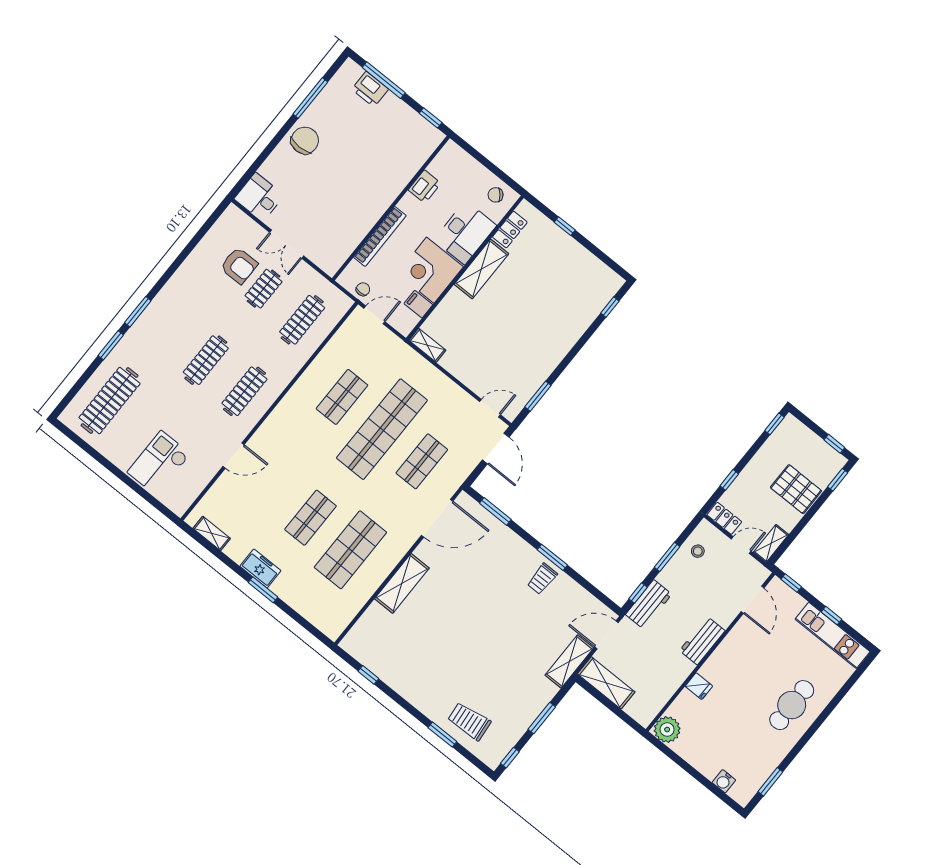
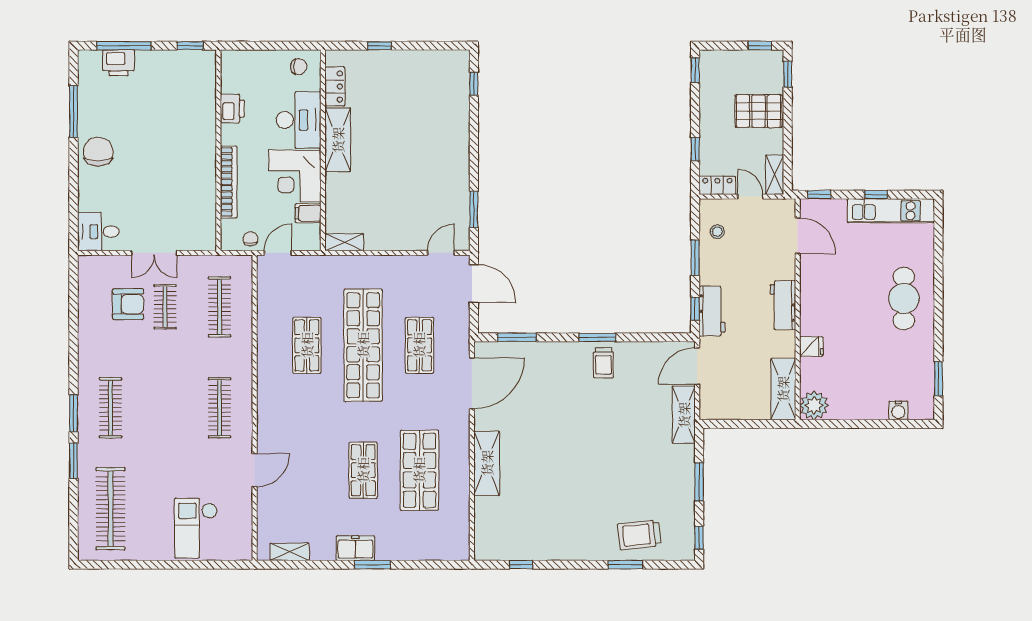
chair: (496, 195) -> (299, 67), turned -142
clothes rail: (206, 360) -> (111, 408), moved
door: (741, 545) -> (750, 197), hinge flipped
shelving: (606, 683) -> (783, 389), moved, turned 90

